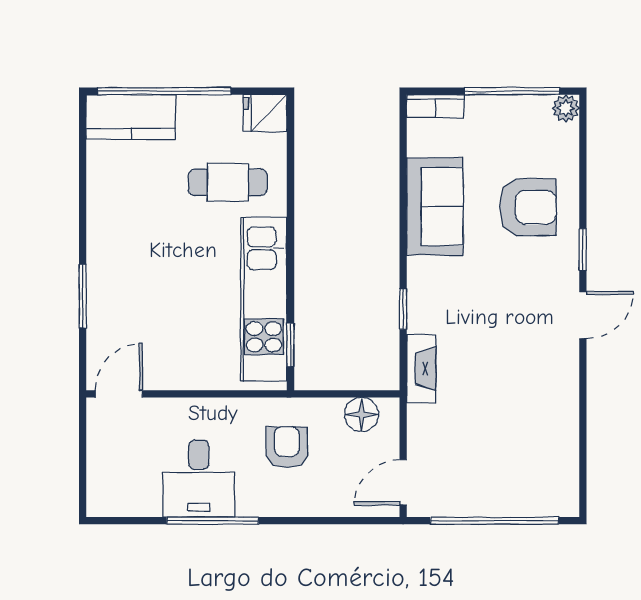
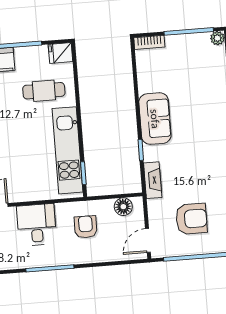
sofa: (435, 206) -> (155, 119), moved
armchair: (528, 207) -> (191, 219), moved
desk: (199, 479) -> (37, 225), moved, turned 180

